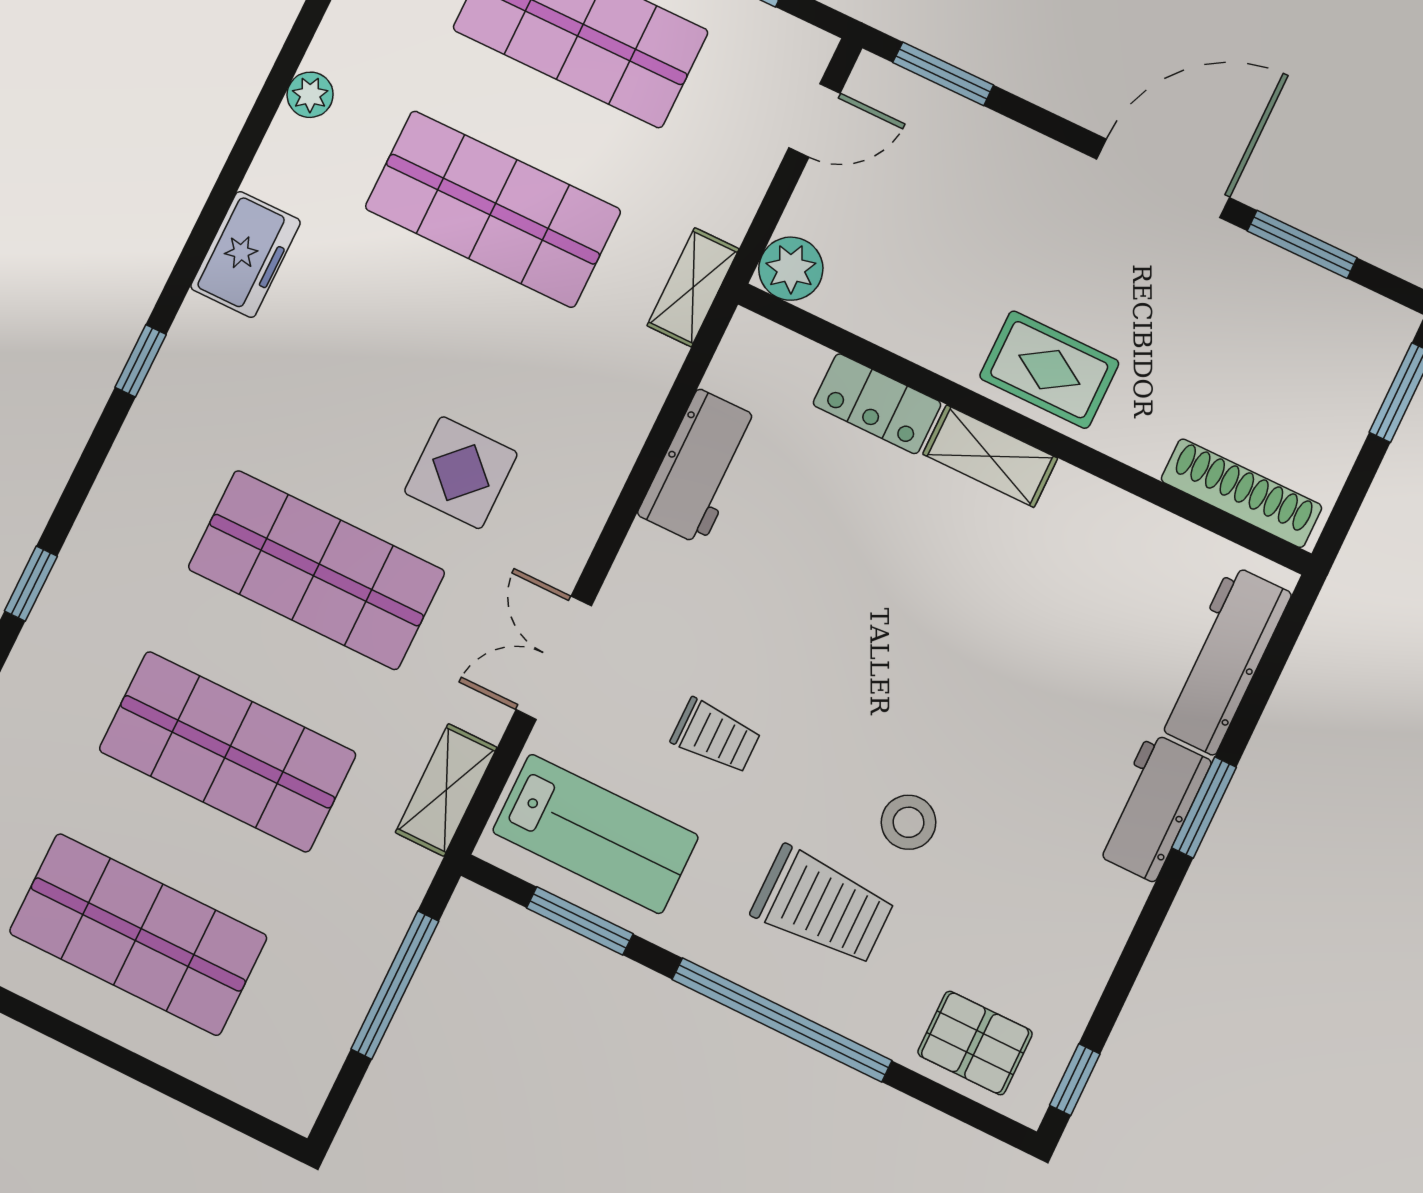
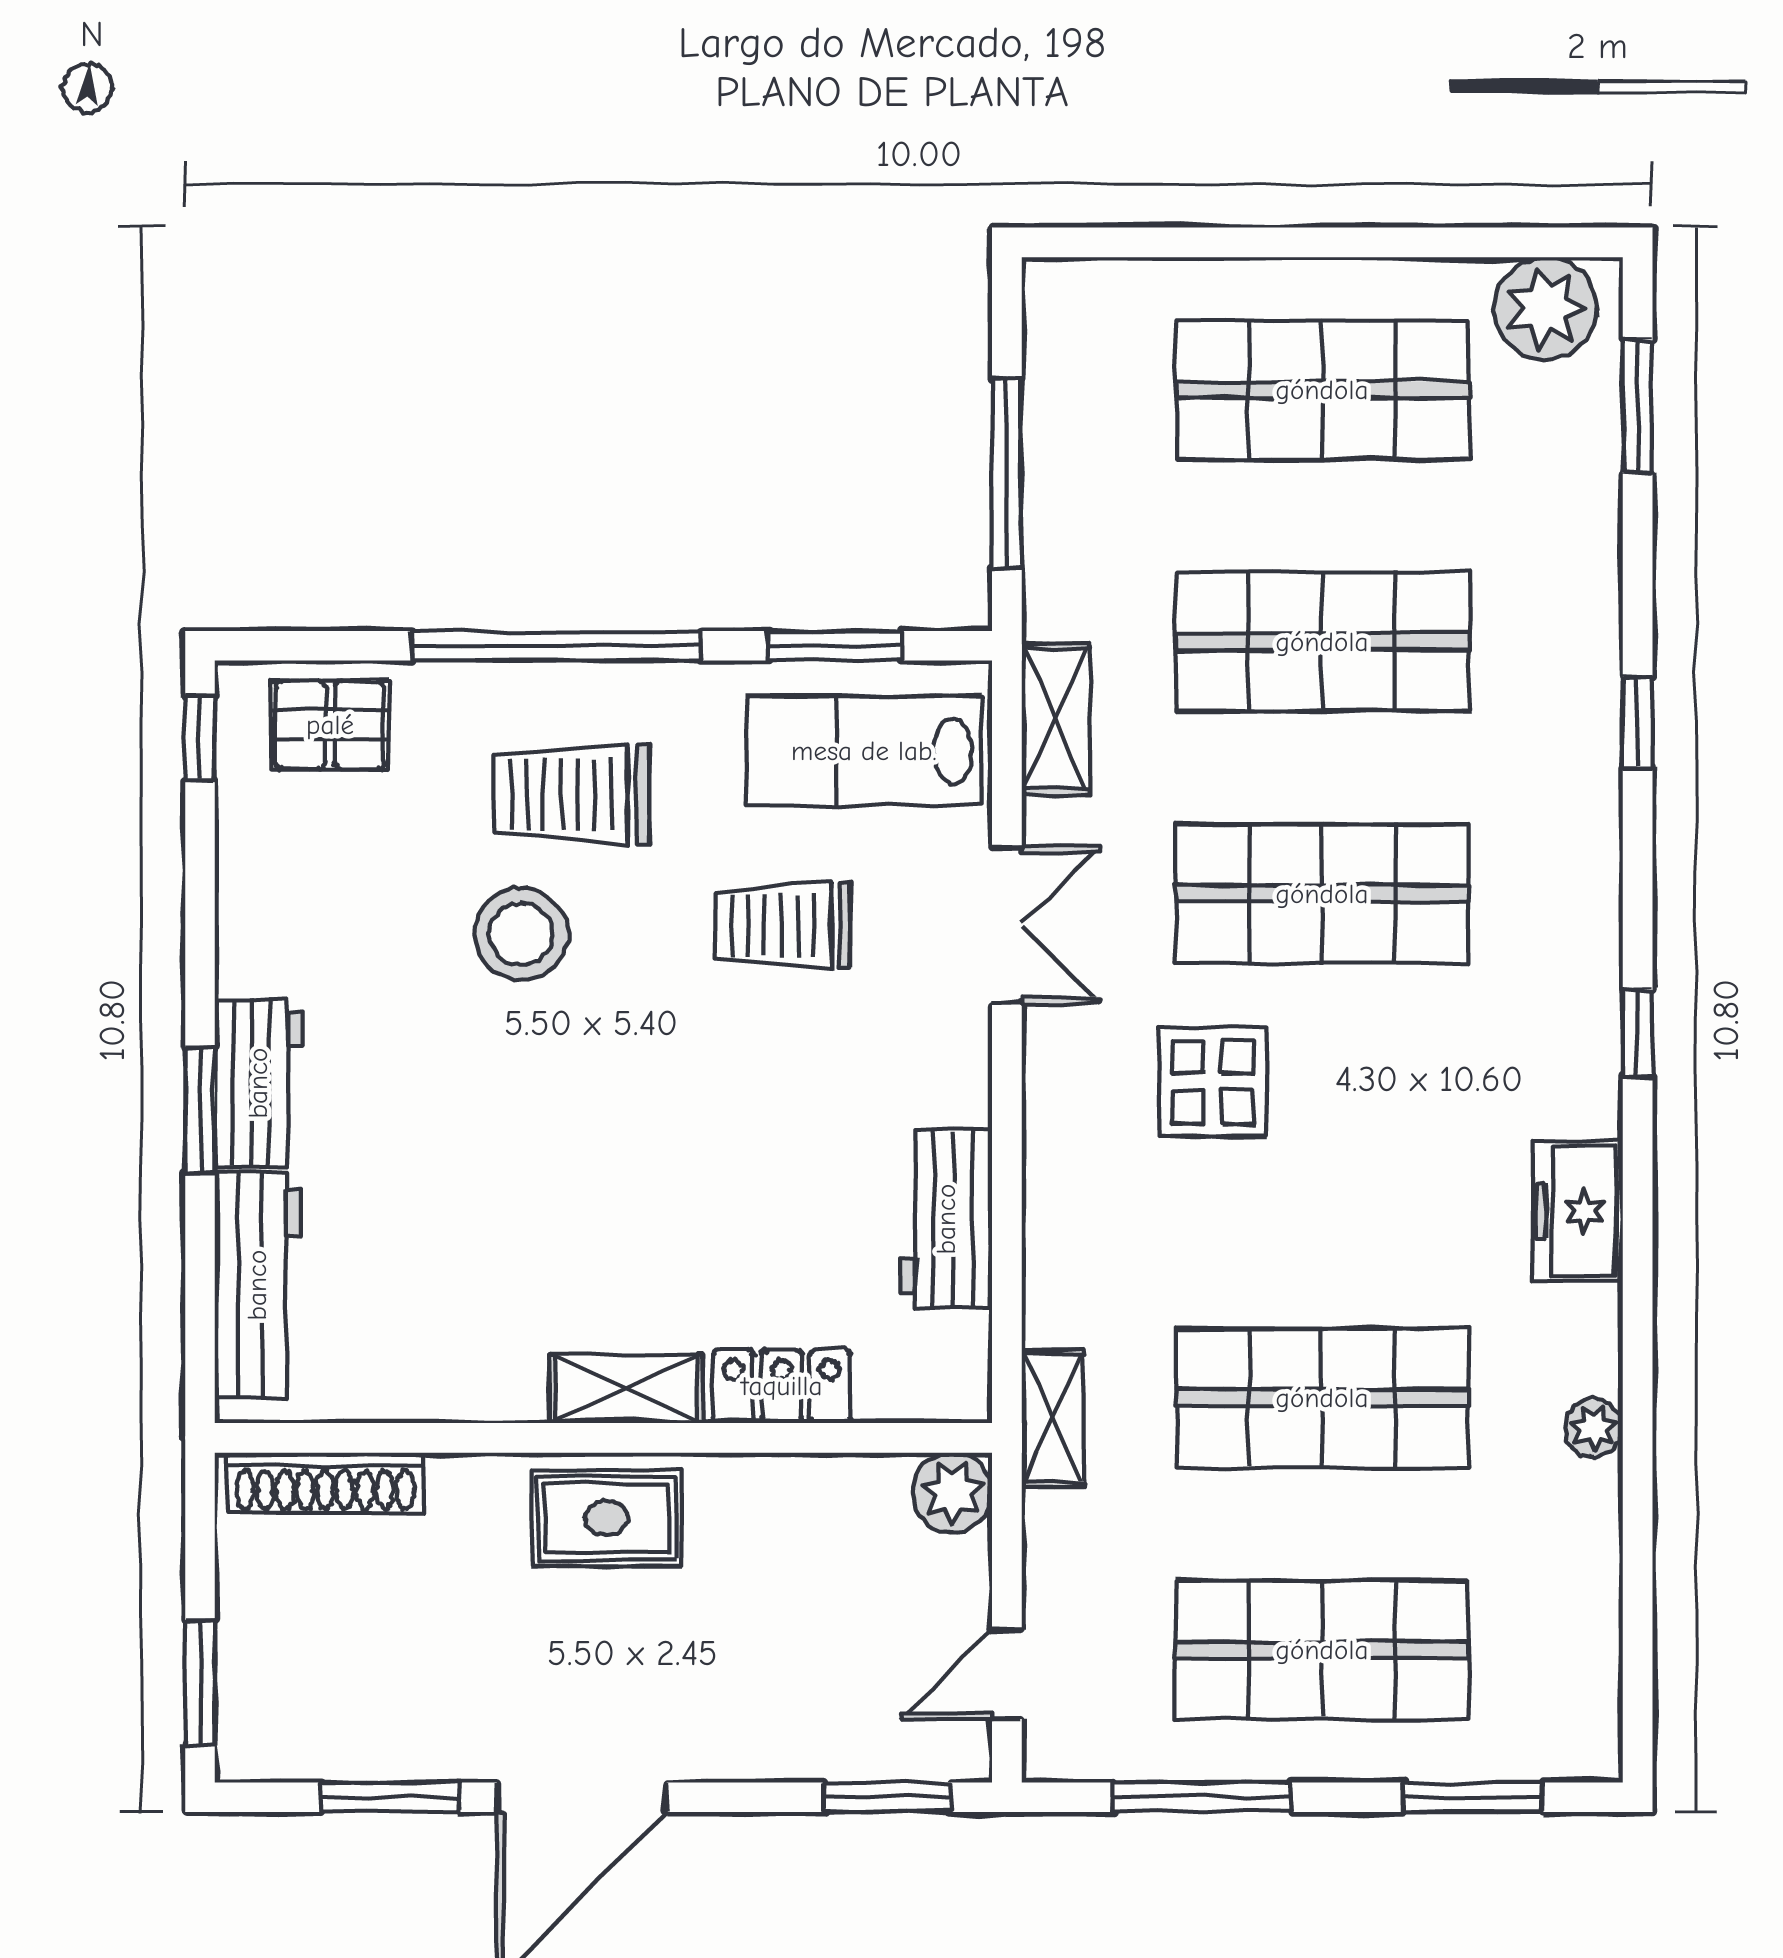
trolley: (716, 736) -> (783, 925), width x1.36, depth x1.39
stool: (909, 822) -> (521, 934), width x1.38, depth x1.38

